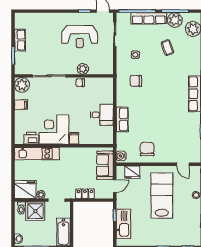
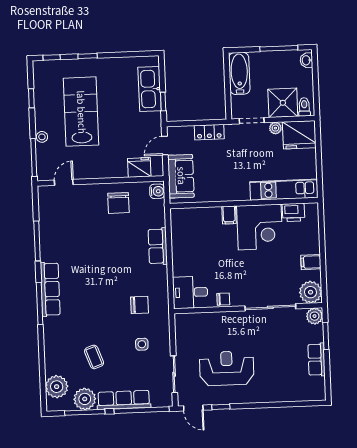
plant: (83, 69) -> (315, 316), moved
desk: (102, 115) -> (190, 292), moved
door: (183, 164) -> (64, 182), hinge flipped
lab bench: (162, 196) -> (81, 112), moved, turned 180

